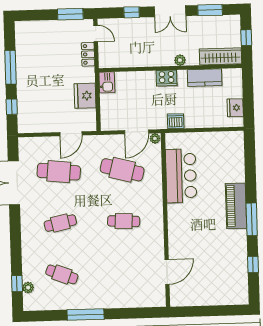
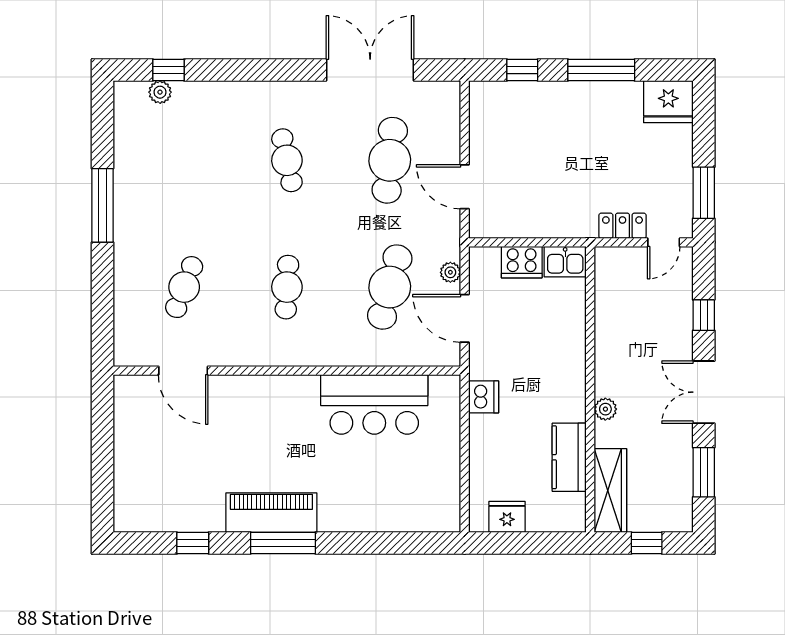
cooker: (167, 78) -> (522, 262), moved, turned -90
fridge: (85, 96) -> (668, 102), moved, turned 180
plant: (155, 138) -> (450, 272), moved
piano: (236, 206) -> (271, 513), moved
cafe table: (62, 274) -> (184, 287), moved

